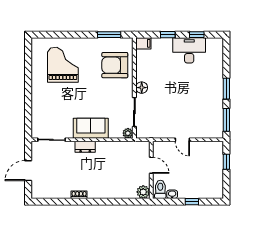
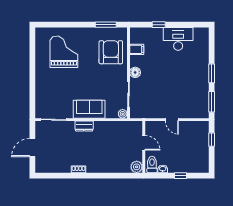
window: (197, 35) -> (185, 25), removed
filing cabinet: (143, 43) -> (137, 49), moved
armchair: (115, 65) -> (111, 52), turned 90

